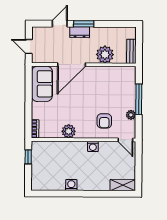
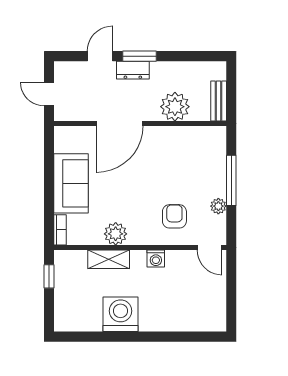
sofa: (42, 84) -> (71, 183), moved
armchair: (104, 121) -> (174, 216), turned 180
washing machine: (71, 185) -> (121, 314), width x1.89, depth x1.89
shelving: (123, 185) -> (109, 259), moved

